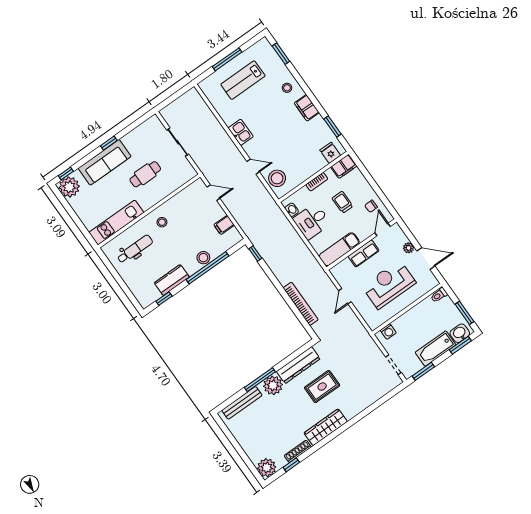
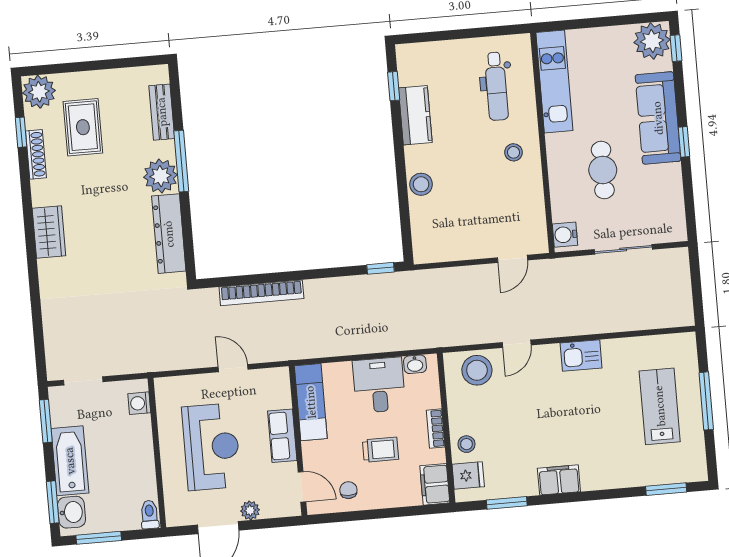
stool: (287, 88) -> (467, 444), moved
water cooler: (187, 174) -> (565, 235), added
filing cabinet: (224, 225) -> (453, 246), removed
window: (208, 268) -> (402, 182), removed
rug: (322, 387) -> (83, 127), moved
bench: (242, 403) -> (162, 112), width x0.73
wardrobe: (326, 427) -> (49, 232), width x0.67

